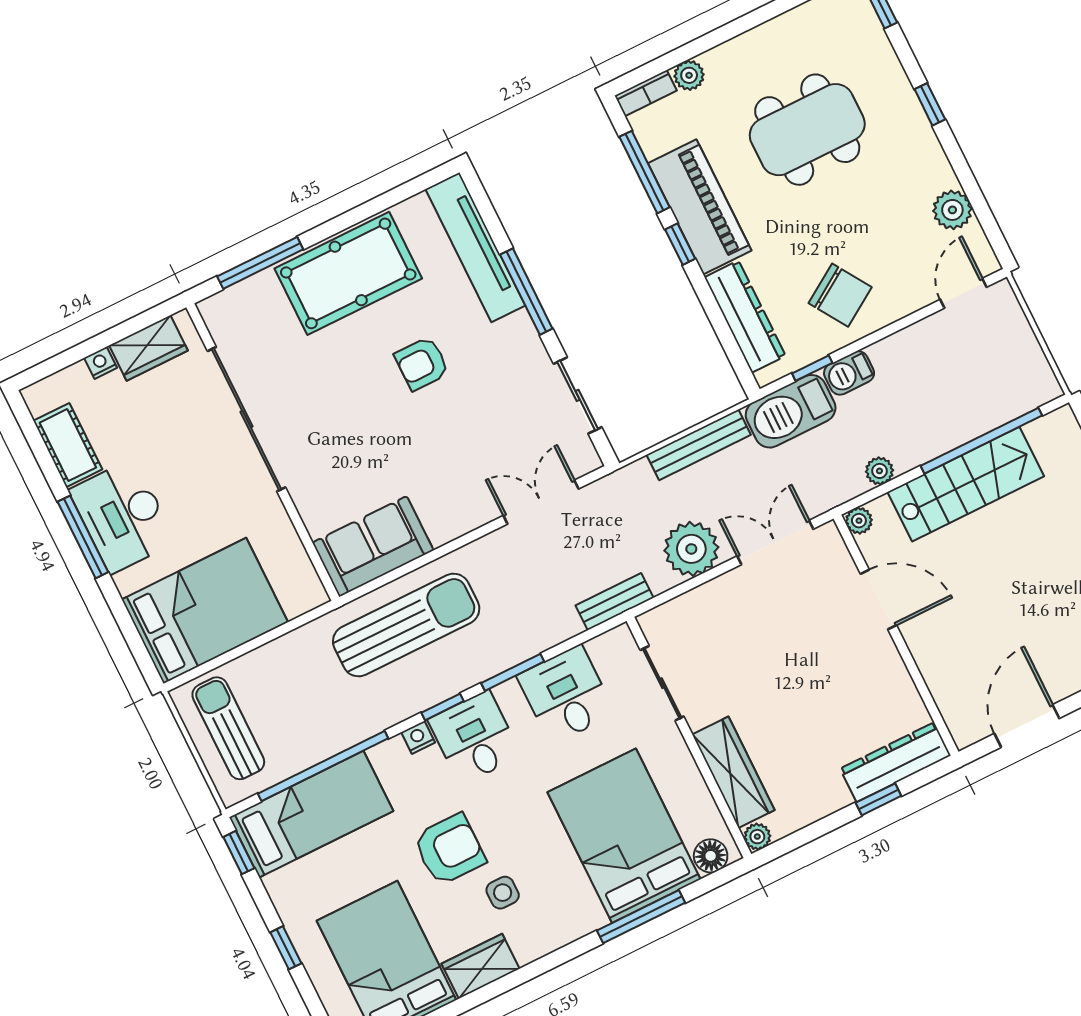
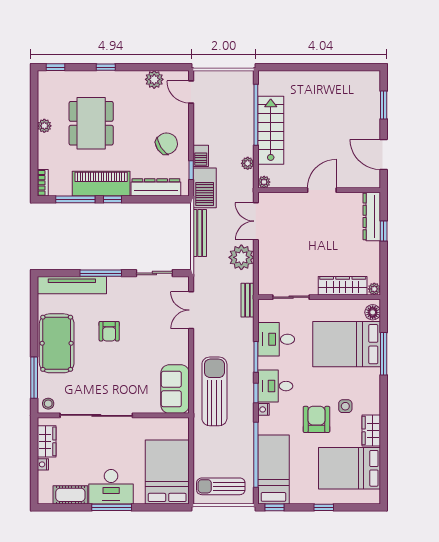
plant: (689, 75) -> (44, 126), moved
stool: (223, 315) -> (48, 404), added
door: (878, 600) -> (322, 190), moved

